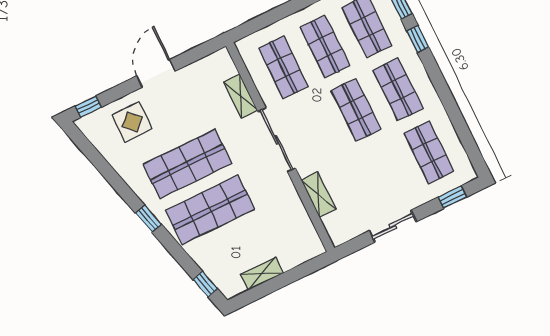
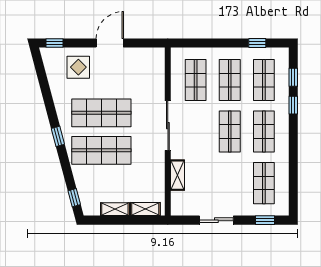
shelving: (241, 96) -> (145, 209), moved, turned 90

